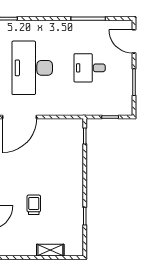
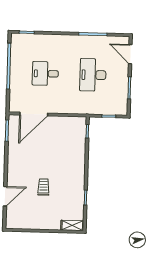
desk: (32, 68) -> (45, 74), width x0.53, depth x0.77
desk: (90, 68) -> (93, 75), width x1.37
shelving: (50, 250) -> (72, 225), moved

